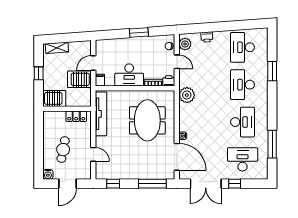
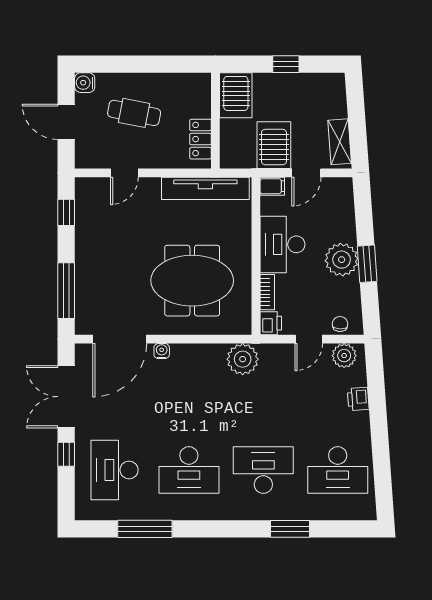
plant: (137, 45) -> (342, 260), added
desk: (243, 47) -> (338, 470), turned 180
shelving: (57, 48) -> (340, 142), moved
door: (93, 63) -> (306, 173), swing flipped
desk: (243, 159) -> (115, 470), turned 180

